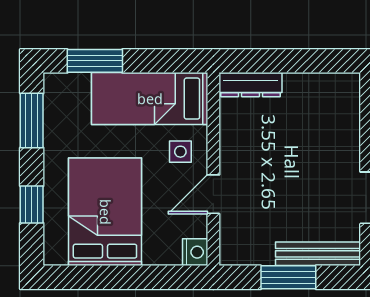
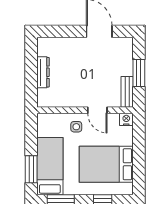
dresser: (250, 85) -> (43, 72), moved
bed: (150, 99) -> (50, 166), moved, turned 180
bench: (318, 254) -> (127, 92), moved, width x0.73

